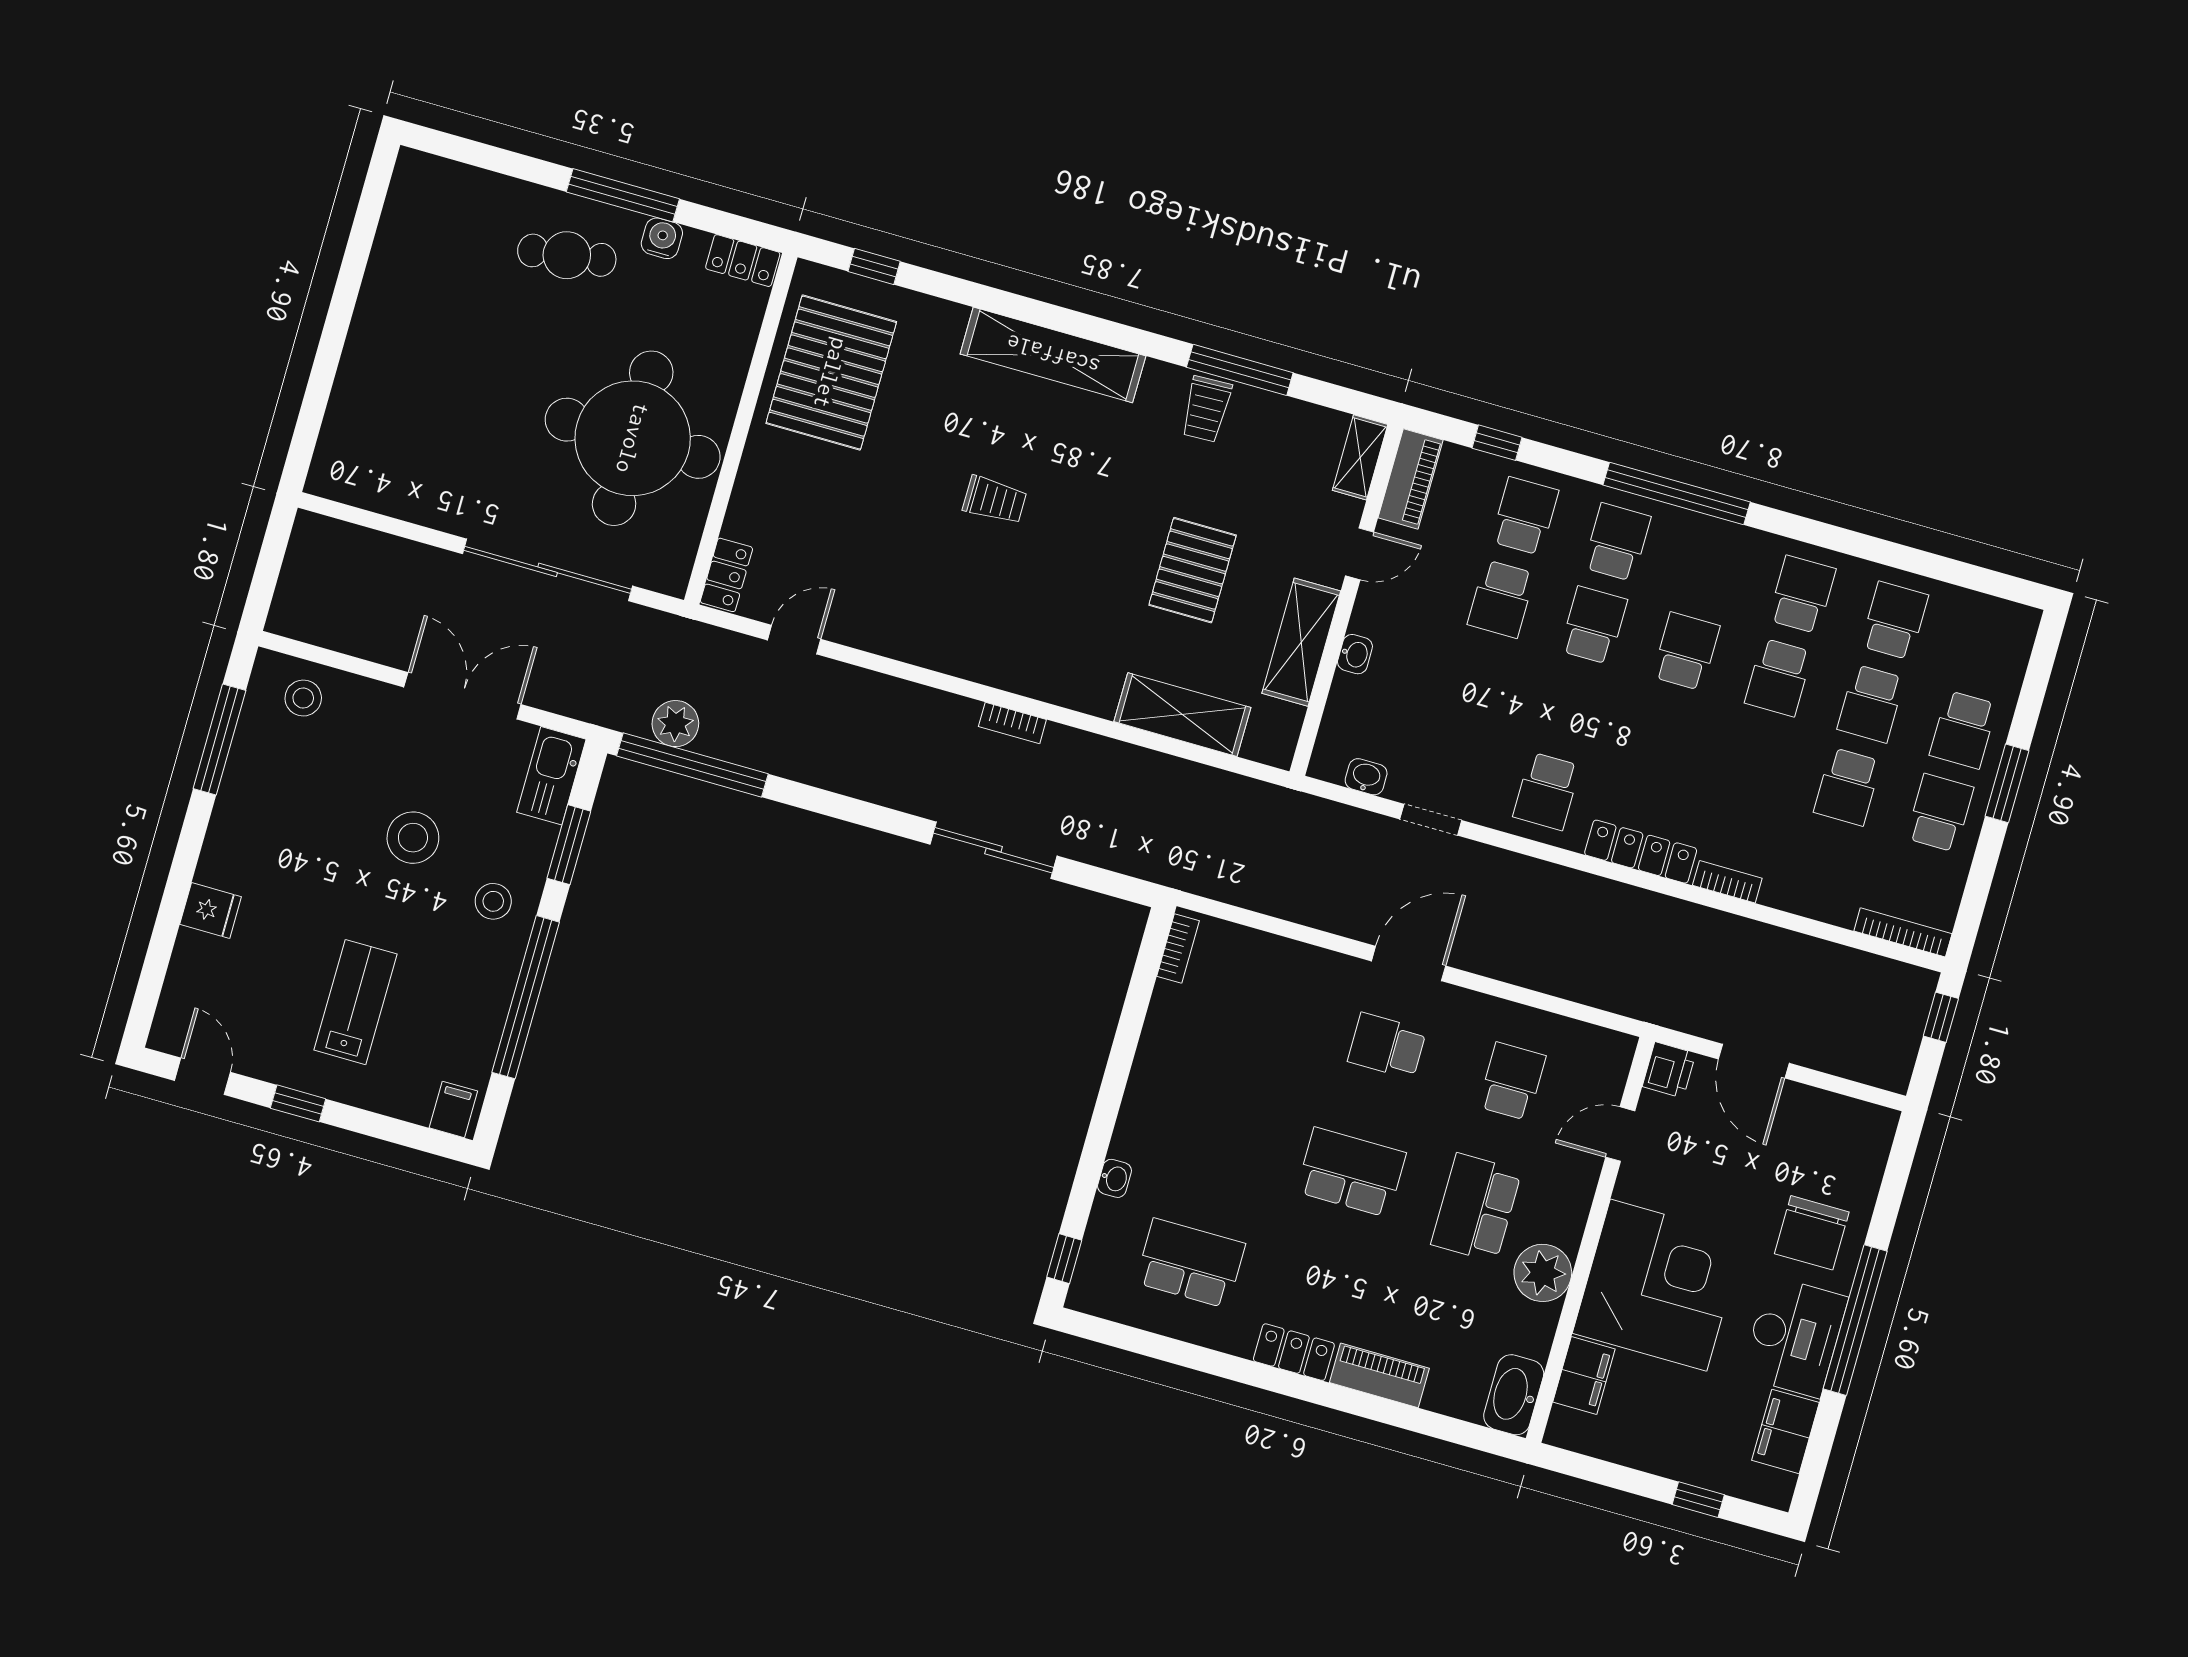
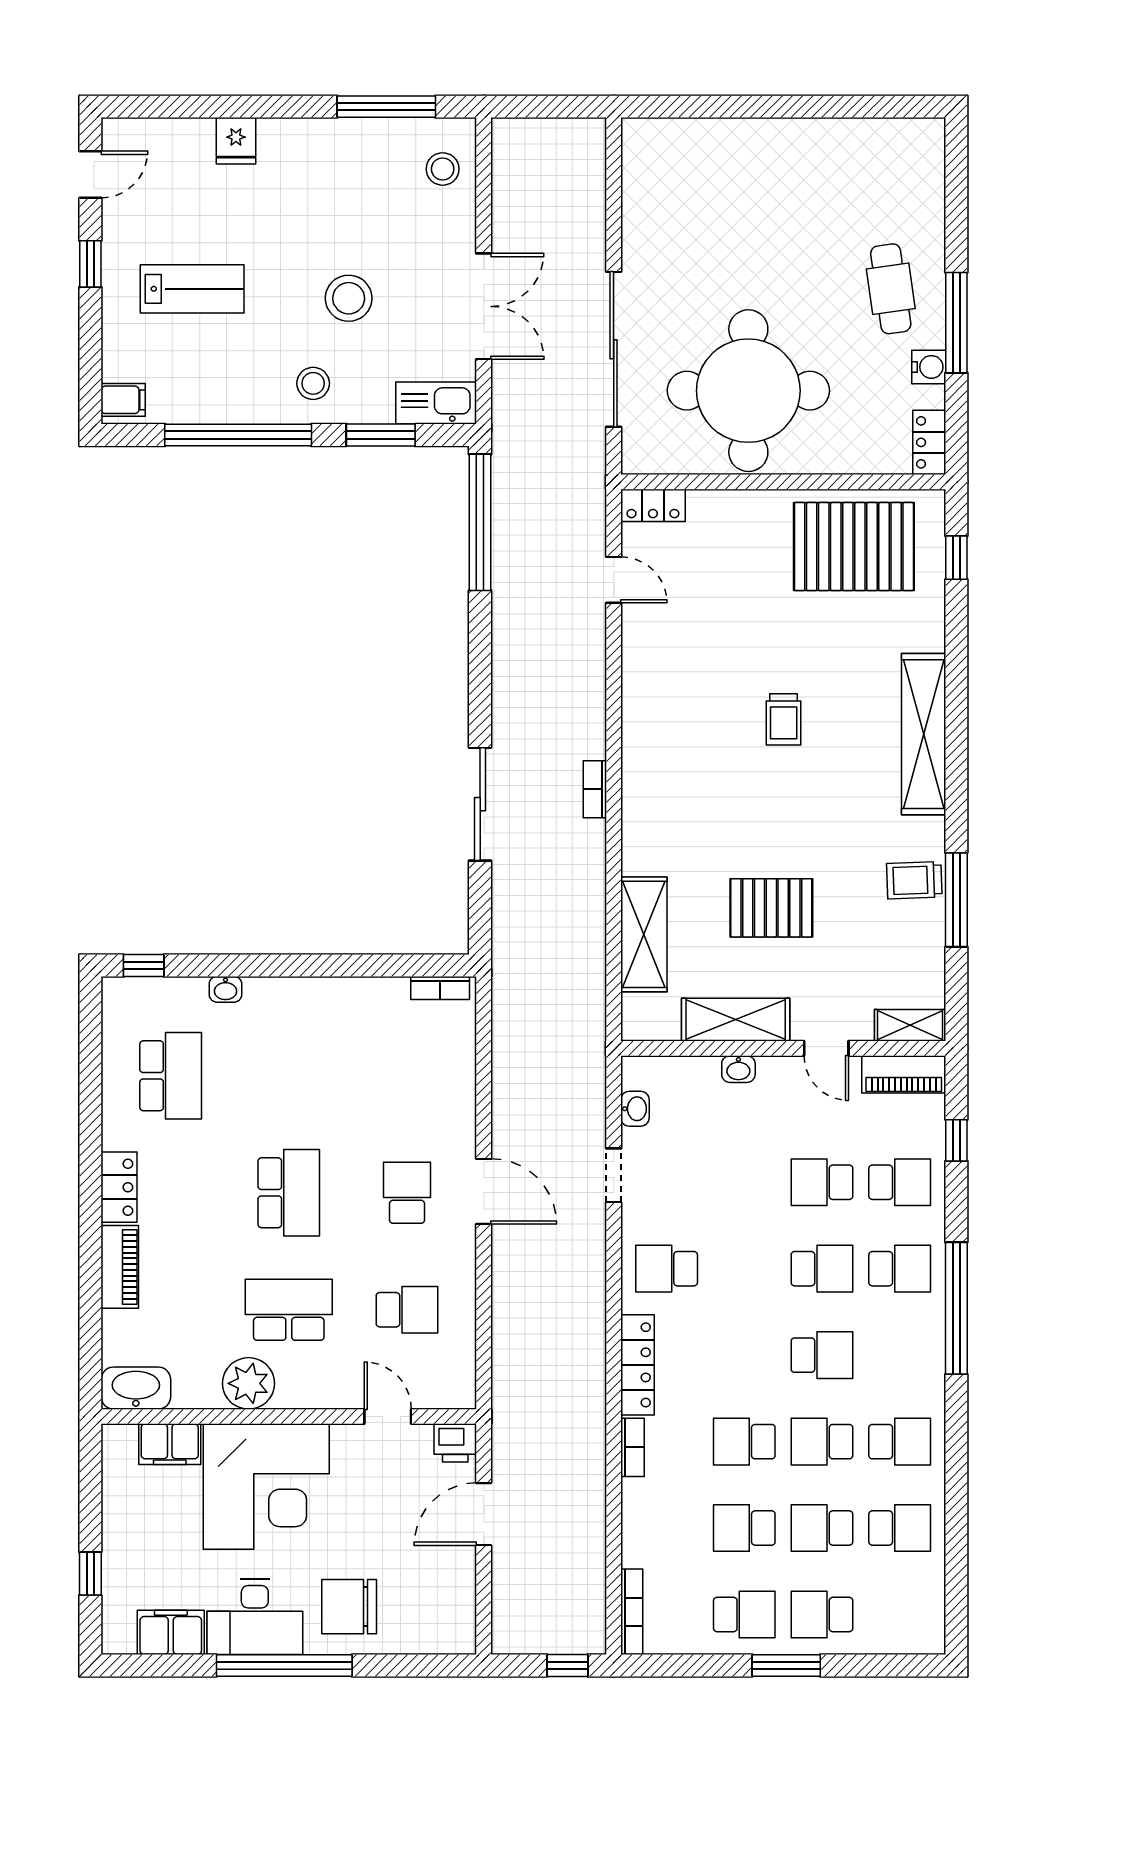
plant: (675, 724) -> (512, 498), removed
school desk: (1755, 761) -> (744, 1442), added

